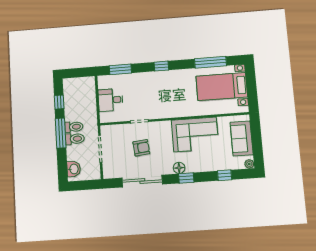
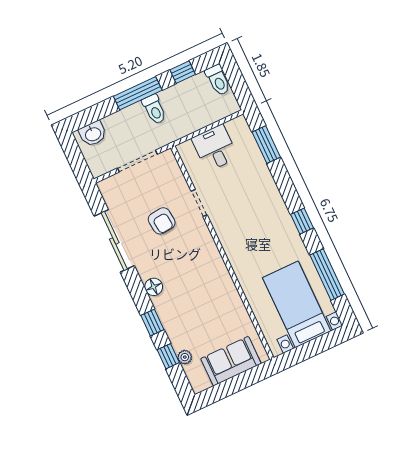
window: (161, 66) -> (302, 221), moved
corner sofa: (195, 134) -> (211, 292), removed
toilet: (75, 139) -> (218, 80), moved
plant: (249, 164) -> (185, 357), moved
window: (186, 178) -> (152, 322), moved

